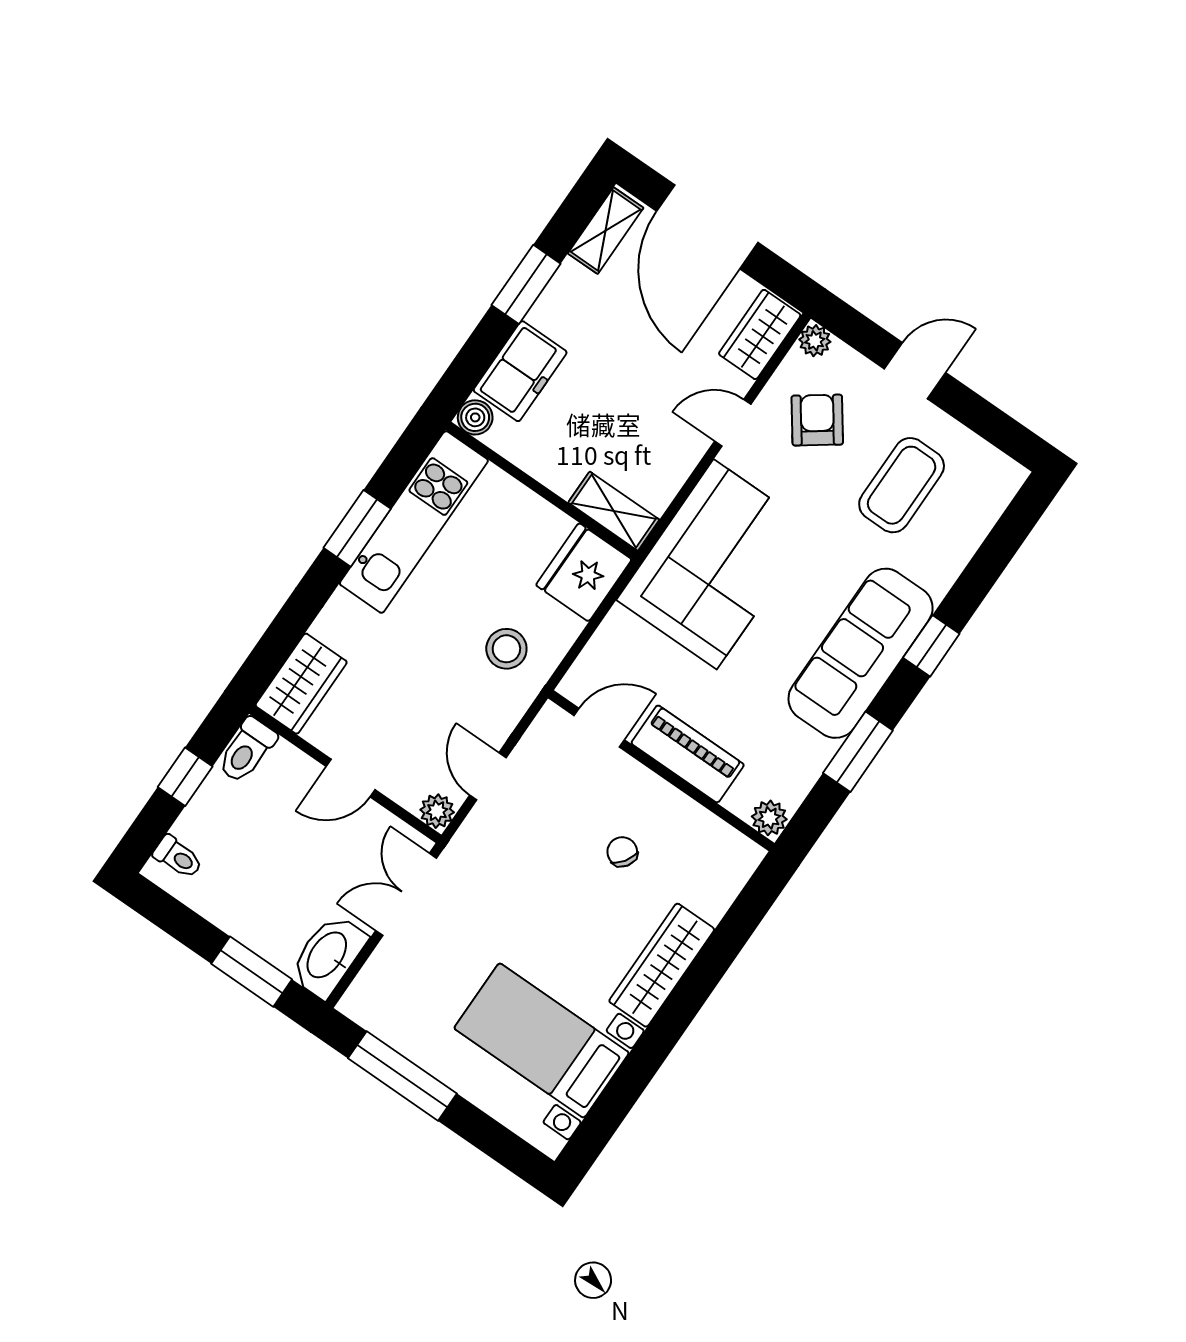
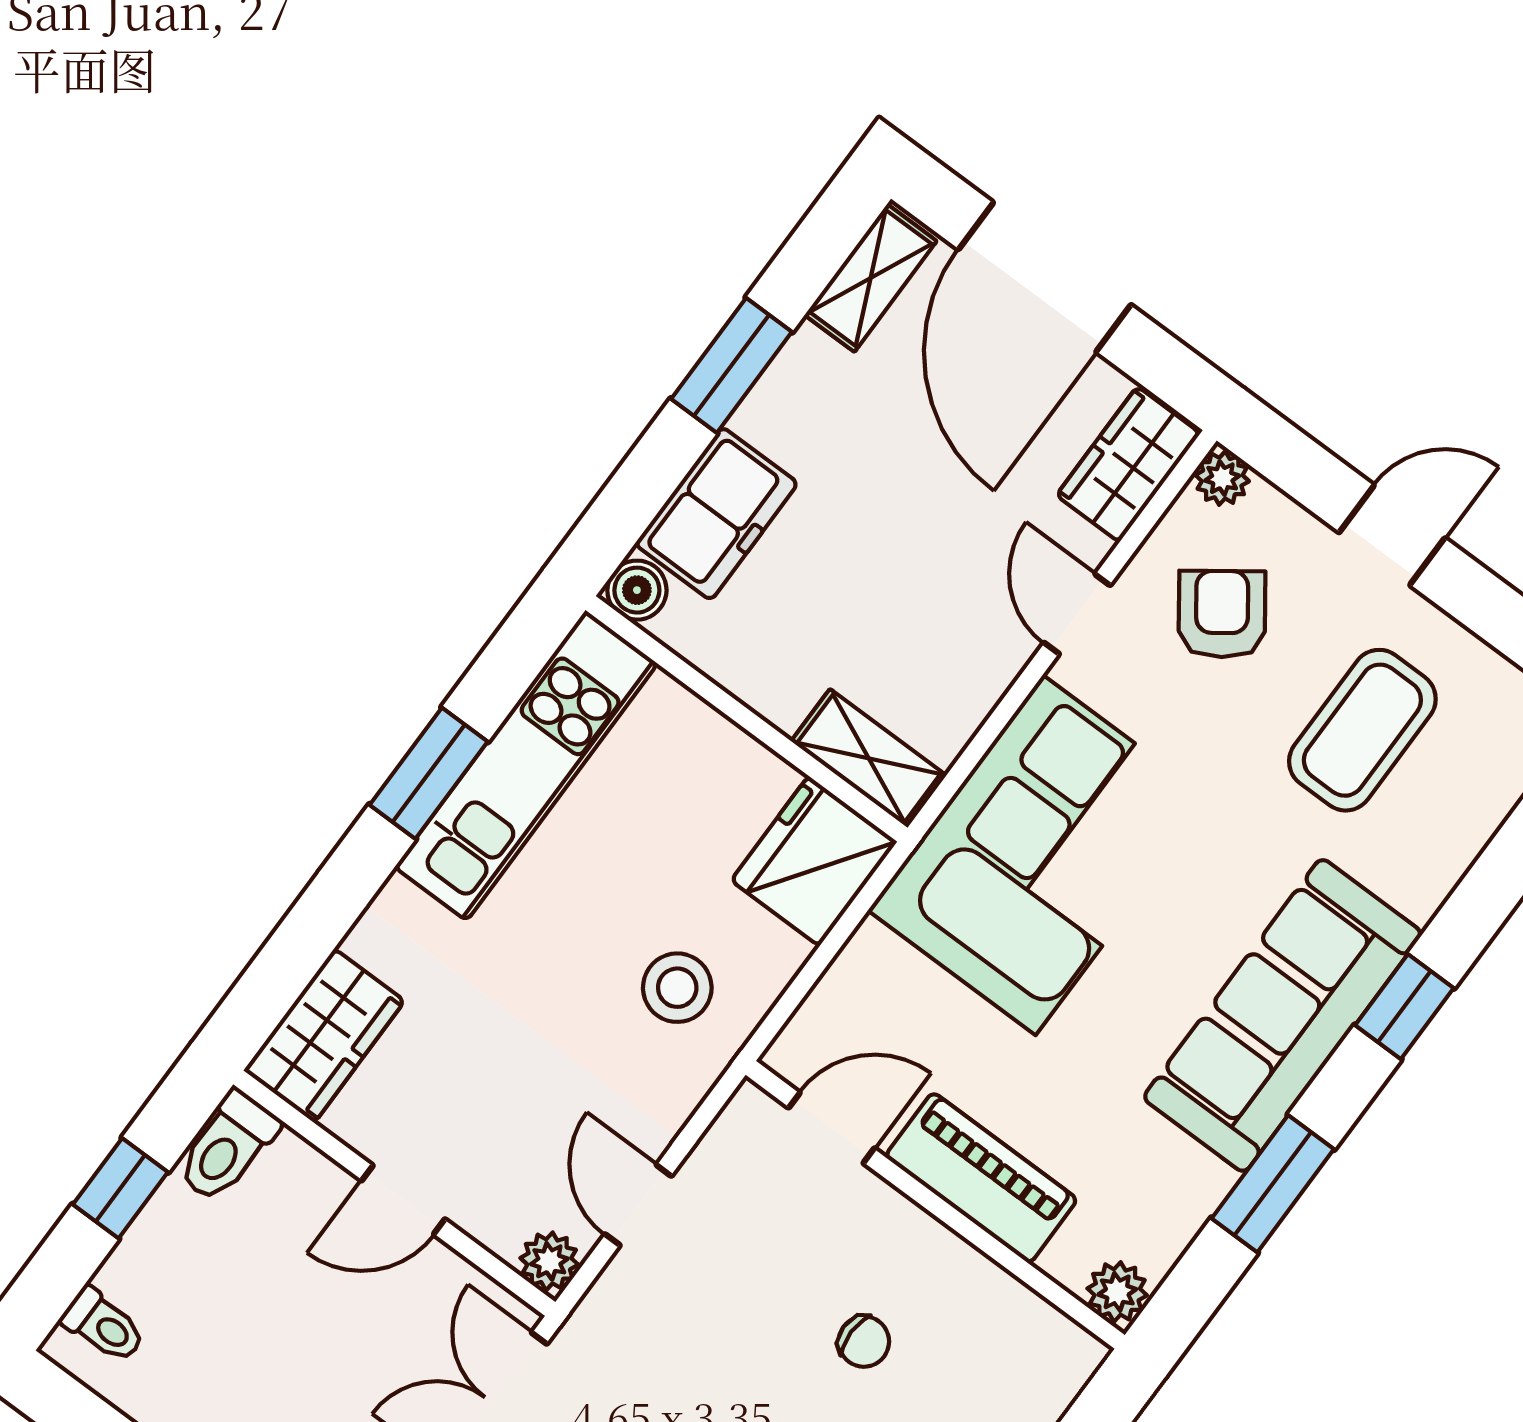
door: (733, 423) -> (1077, 614), hinge flipped
chair: (622, 852) -> (864, 1342), turned 146

